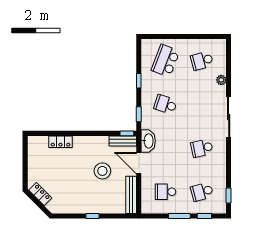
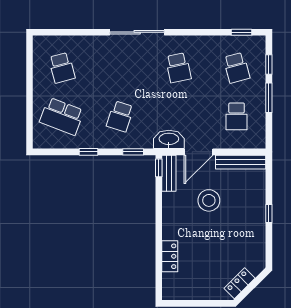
plant: (221, 80) -> (88, 42), removed

